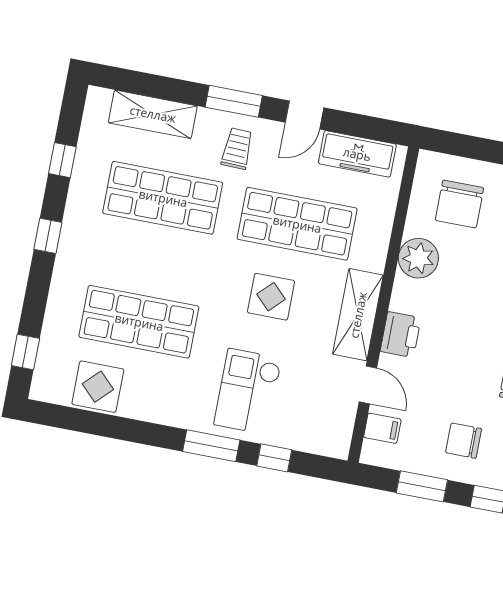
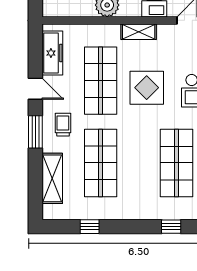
trolley: (237, 149) -> (63, 125), turned 88
window: (48, 236) -> (171, 227), moved
display table: (271, 297) -> (147, 88), width x1.36, depth x1.36
shelving: (358, 315) -> (139, 32), width x0.67, depth x0.75

